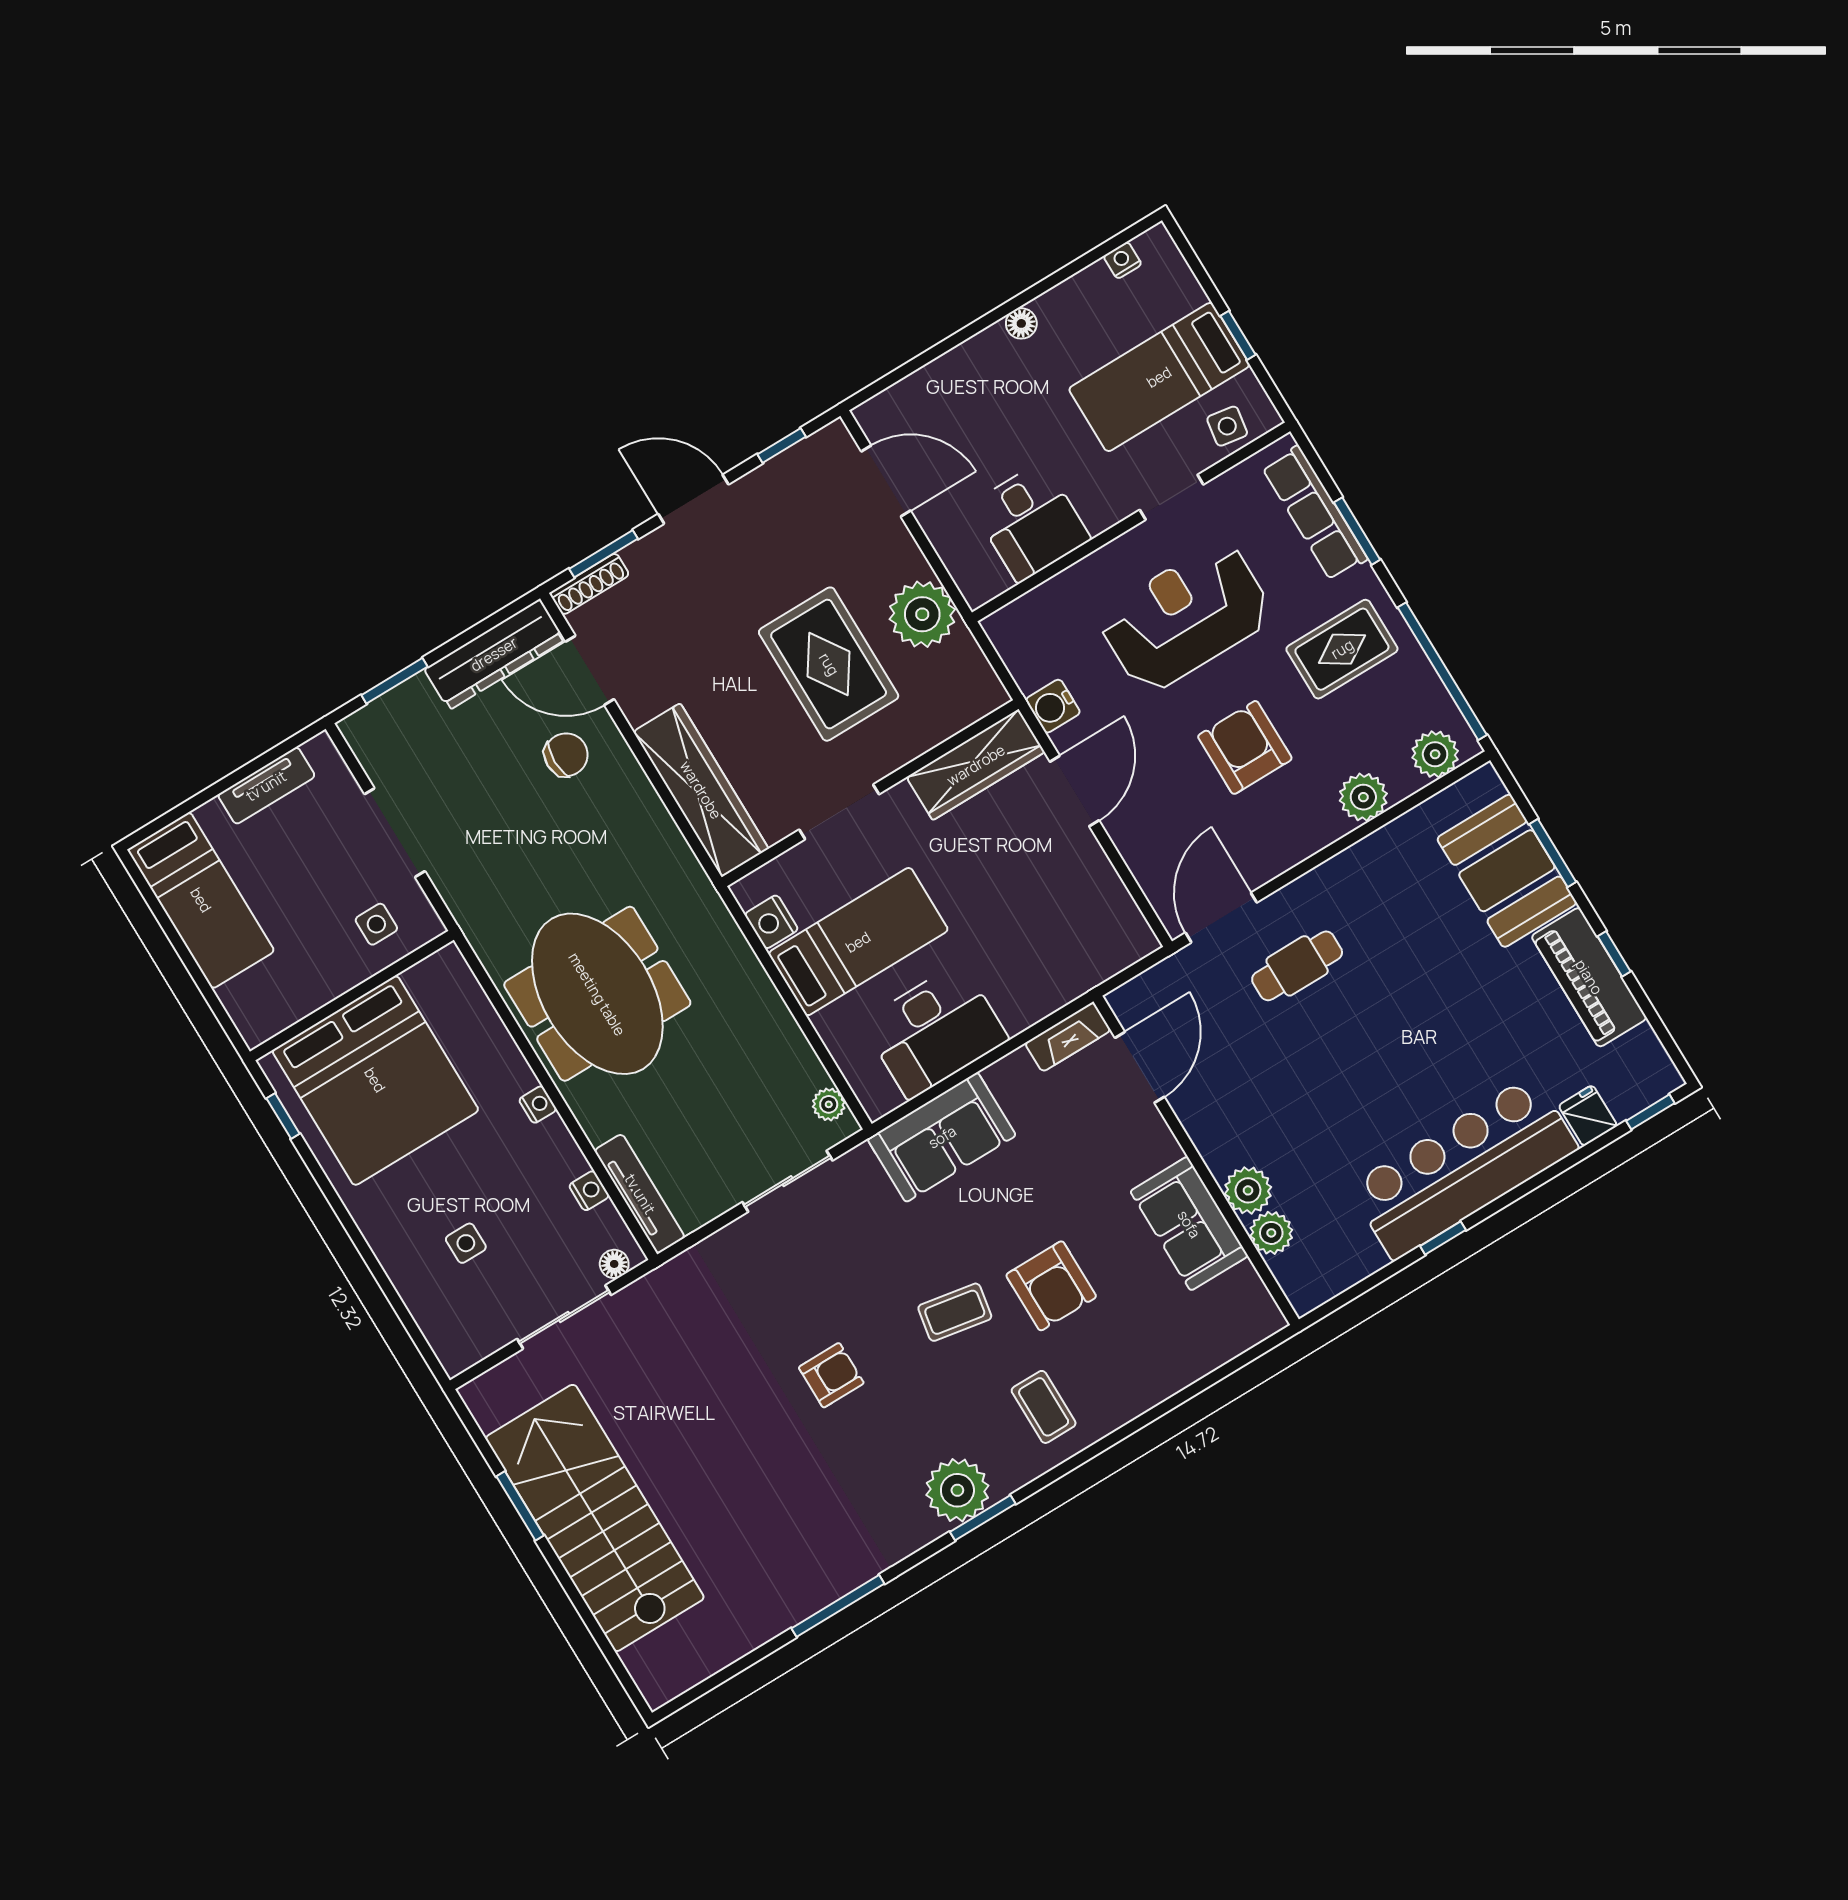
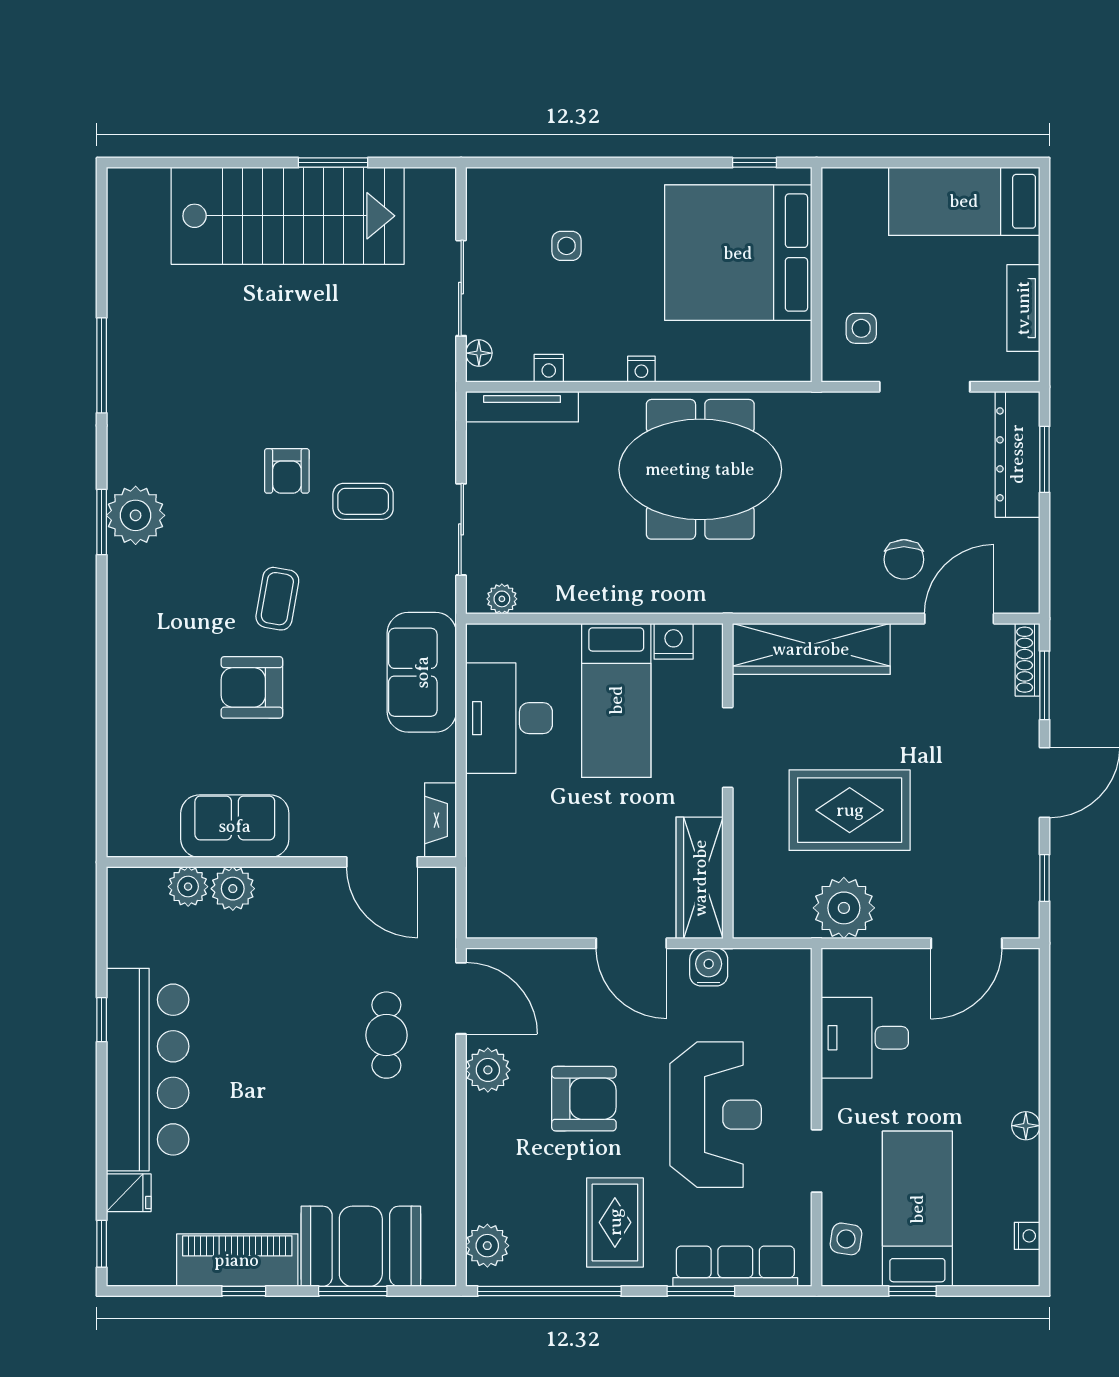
dresser: (494, 654) -> (1017, 454), moved
plant: (1363, 797) -> (488, 1070), moved
coffee table: (1044, 1407) -> (363, 501), moved

